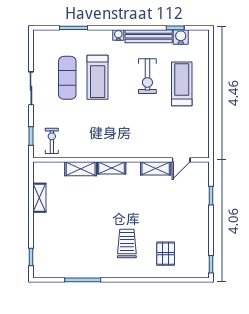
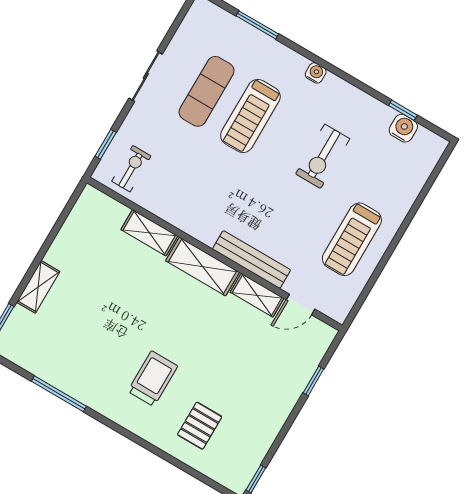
bench: (149, 36) -> (252, 259), moved
treadmill: (182, 84) -> (352, 239), moved, turned 180
shelving: (112, 168) -> (202, 266), width x1.50, depth x1.33
shelving: (39, 198) -> (38, 287), moved

